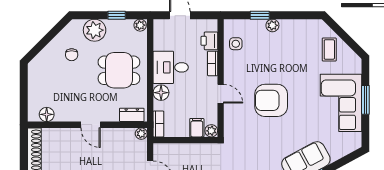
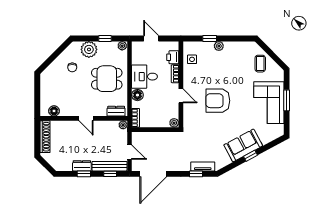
filing cabinet: (197, 128) -> (164, 121), removed

